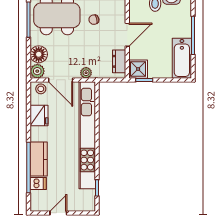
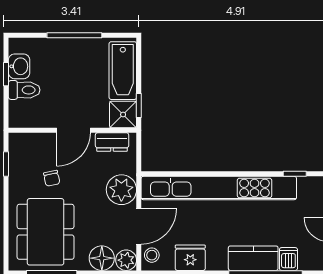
door: (127, 35) -> (74, 130), swing flipped
bathtub: (182, 58) -> (123, 71), moved, turned 90
plant: (86, 73) -> (121, 190), width x1.87, depth x1.87

